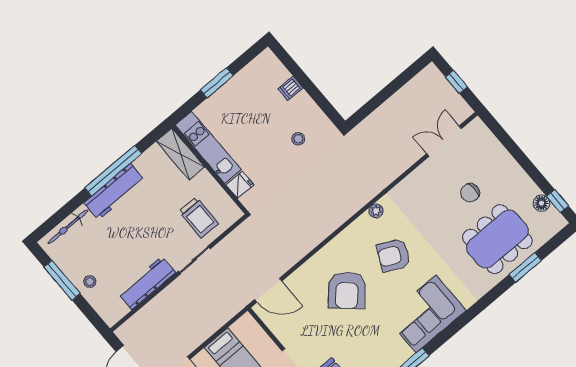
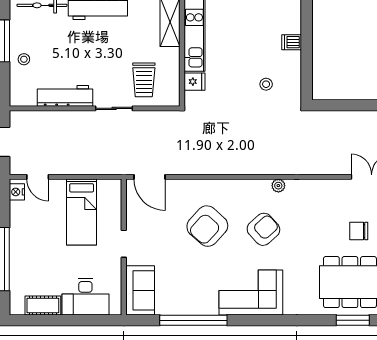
armchair: (394, 255) -> (263, 229), turned 112

